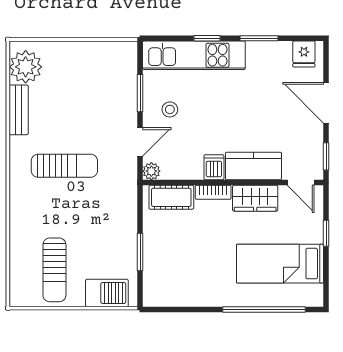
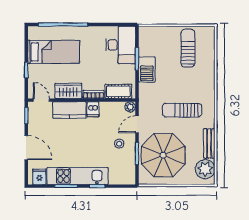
kitchen unit: (194, 55) -> (77, 176), moved
parasol: (96, 90) -> (163, 155), added
desk: (167, 275) -> (121, 45), added
barbecue: (107, 293) -> (147, 69), moved, turned -90

